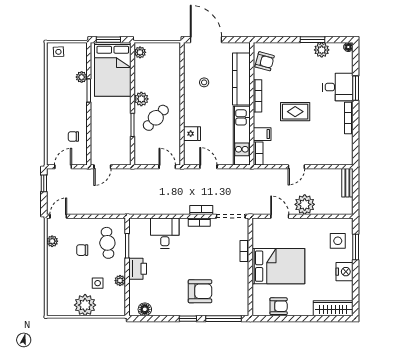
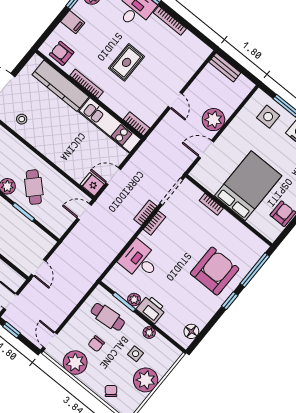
armchair: (265, 61) -> (62, 53), turned -105
stool: (204, 82) -> (22, 119), moved
fridge: (192, 134) -> (92, 184), moved, turned -90
filing cabinet: (262, 134) -> (73, 22), moved, turned 90
plant: (52, 241) -> (75, 363), width x1.88, depth x1.88
plant: (134, 251) -> (134, 300), added
chair: (58, 287) -> (111, 391), added
armchair: (200, 291) -> (215, 271), width x1.36, depth x1.36

